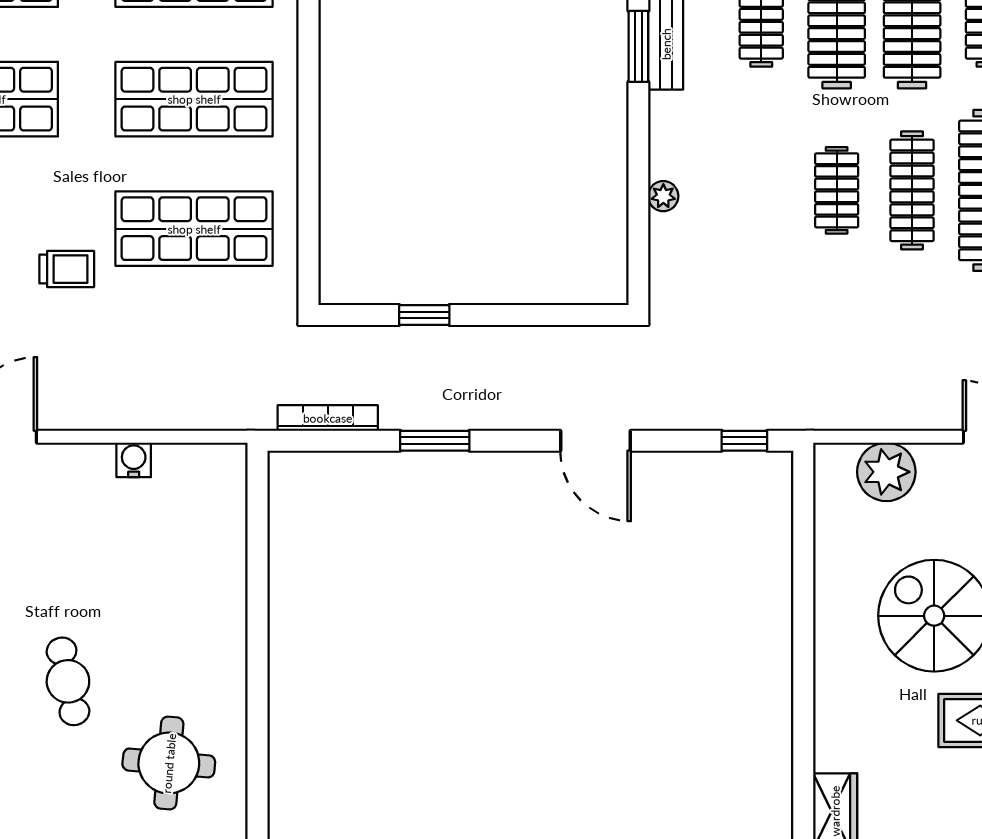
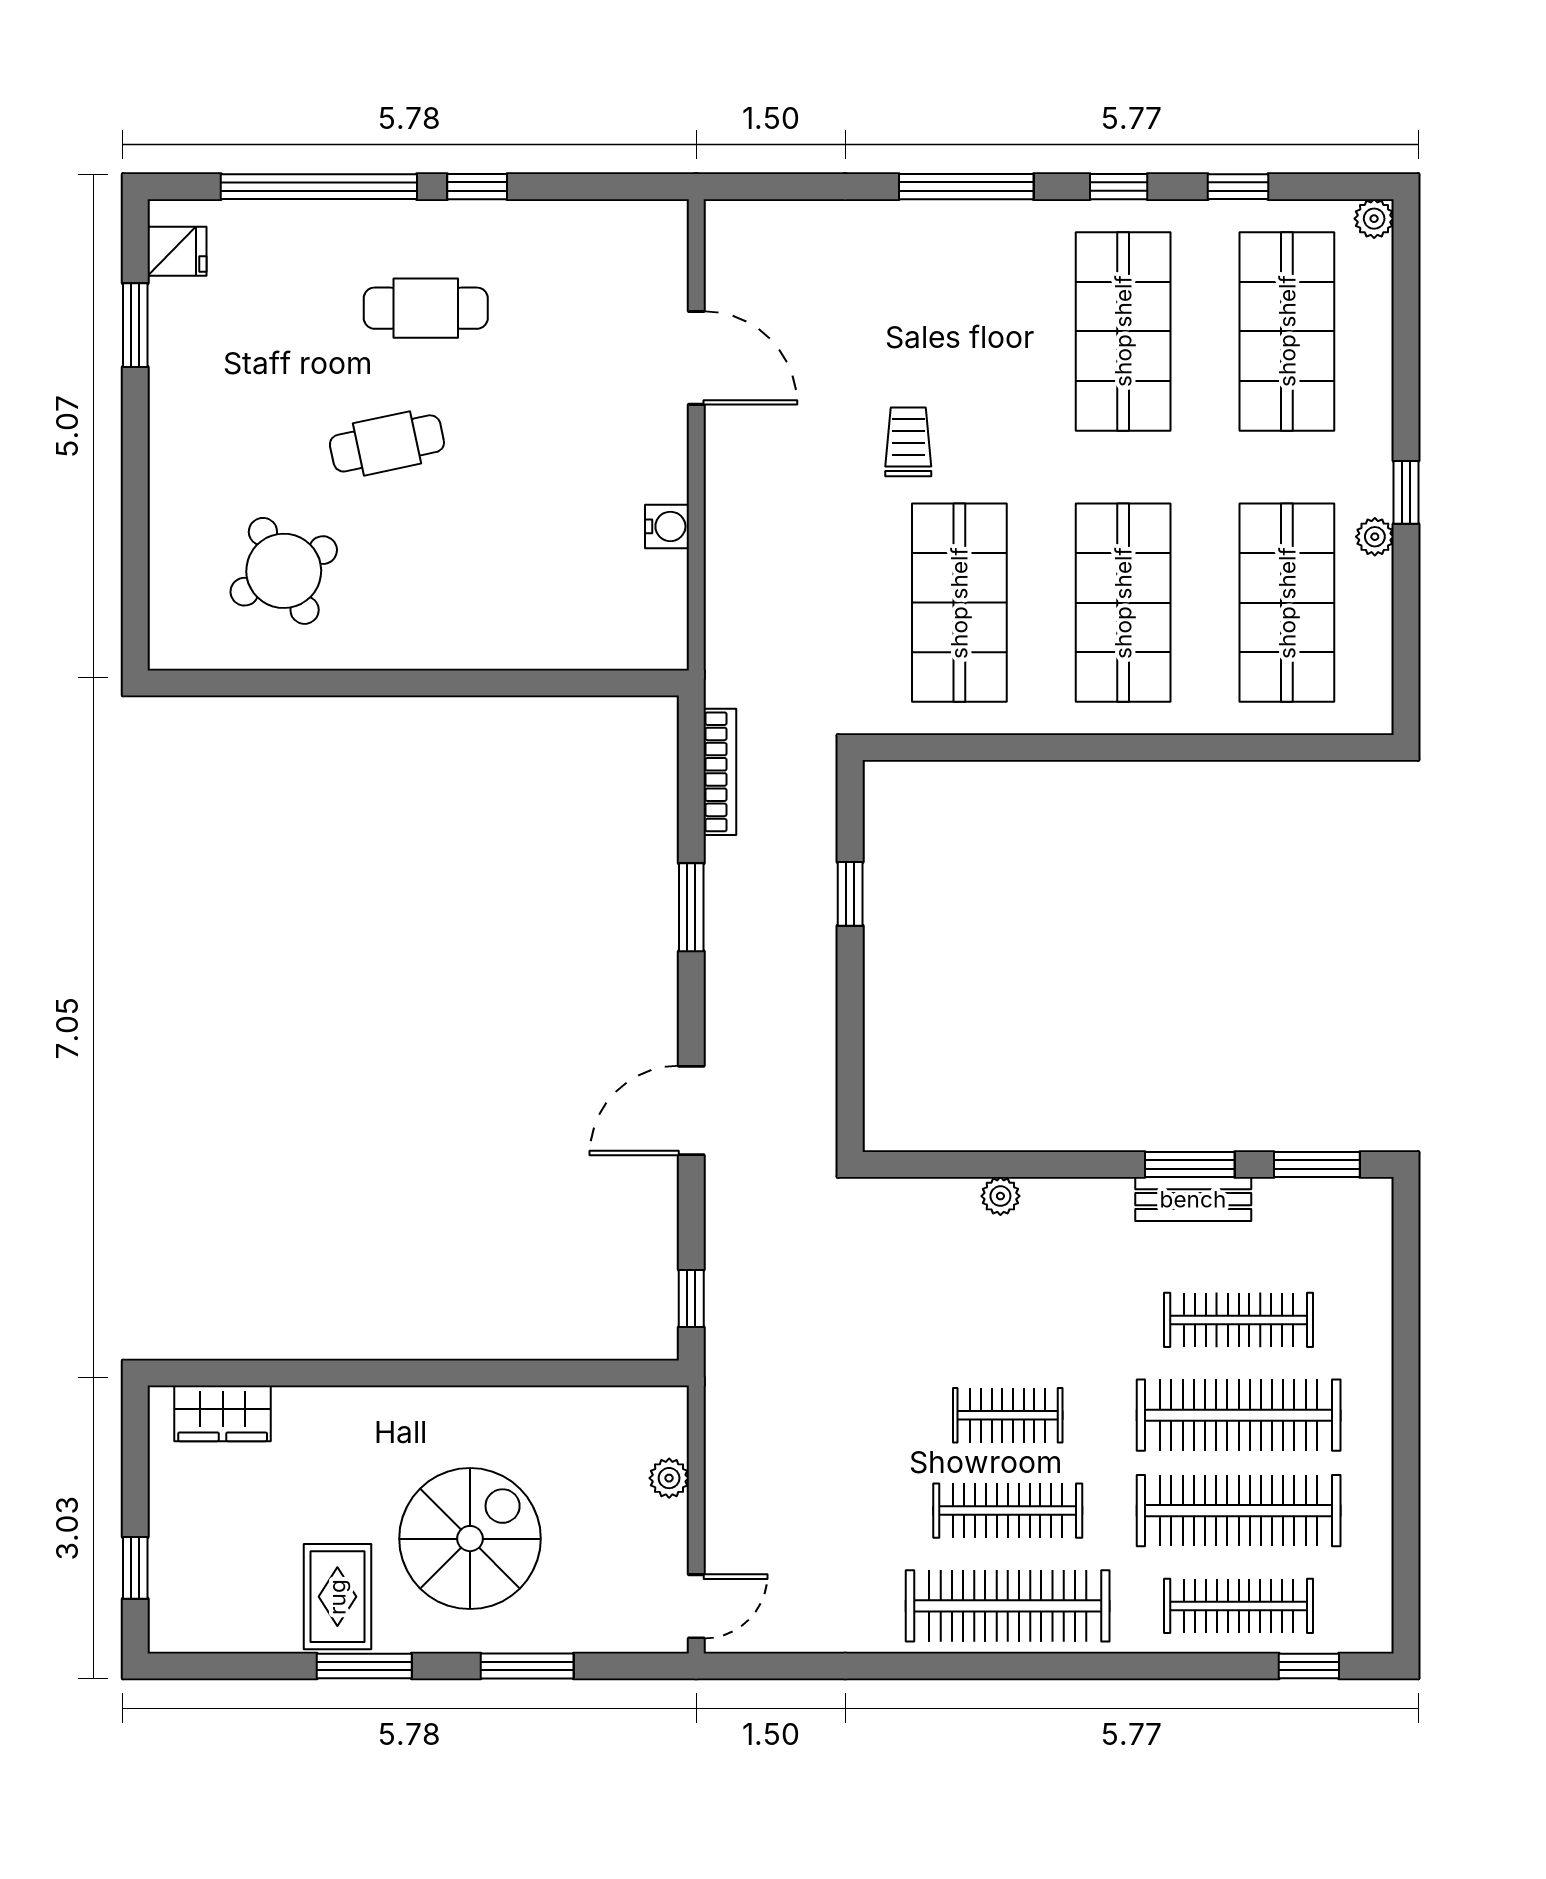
trolley: (67, 269) -> (908, 442), turned 180
plant: (886, 472) -> (669, 1478), width x0.53, depth x0.53
round table: (169, 763) -> (284, 571), turned -33

